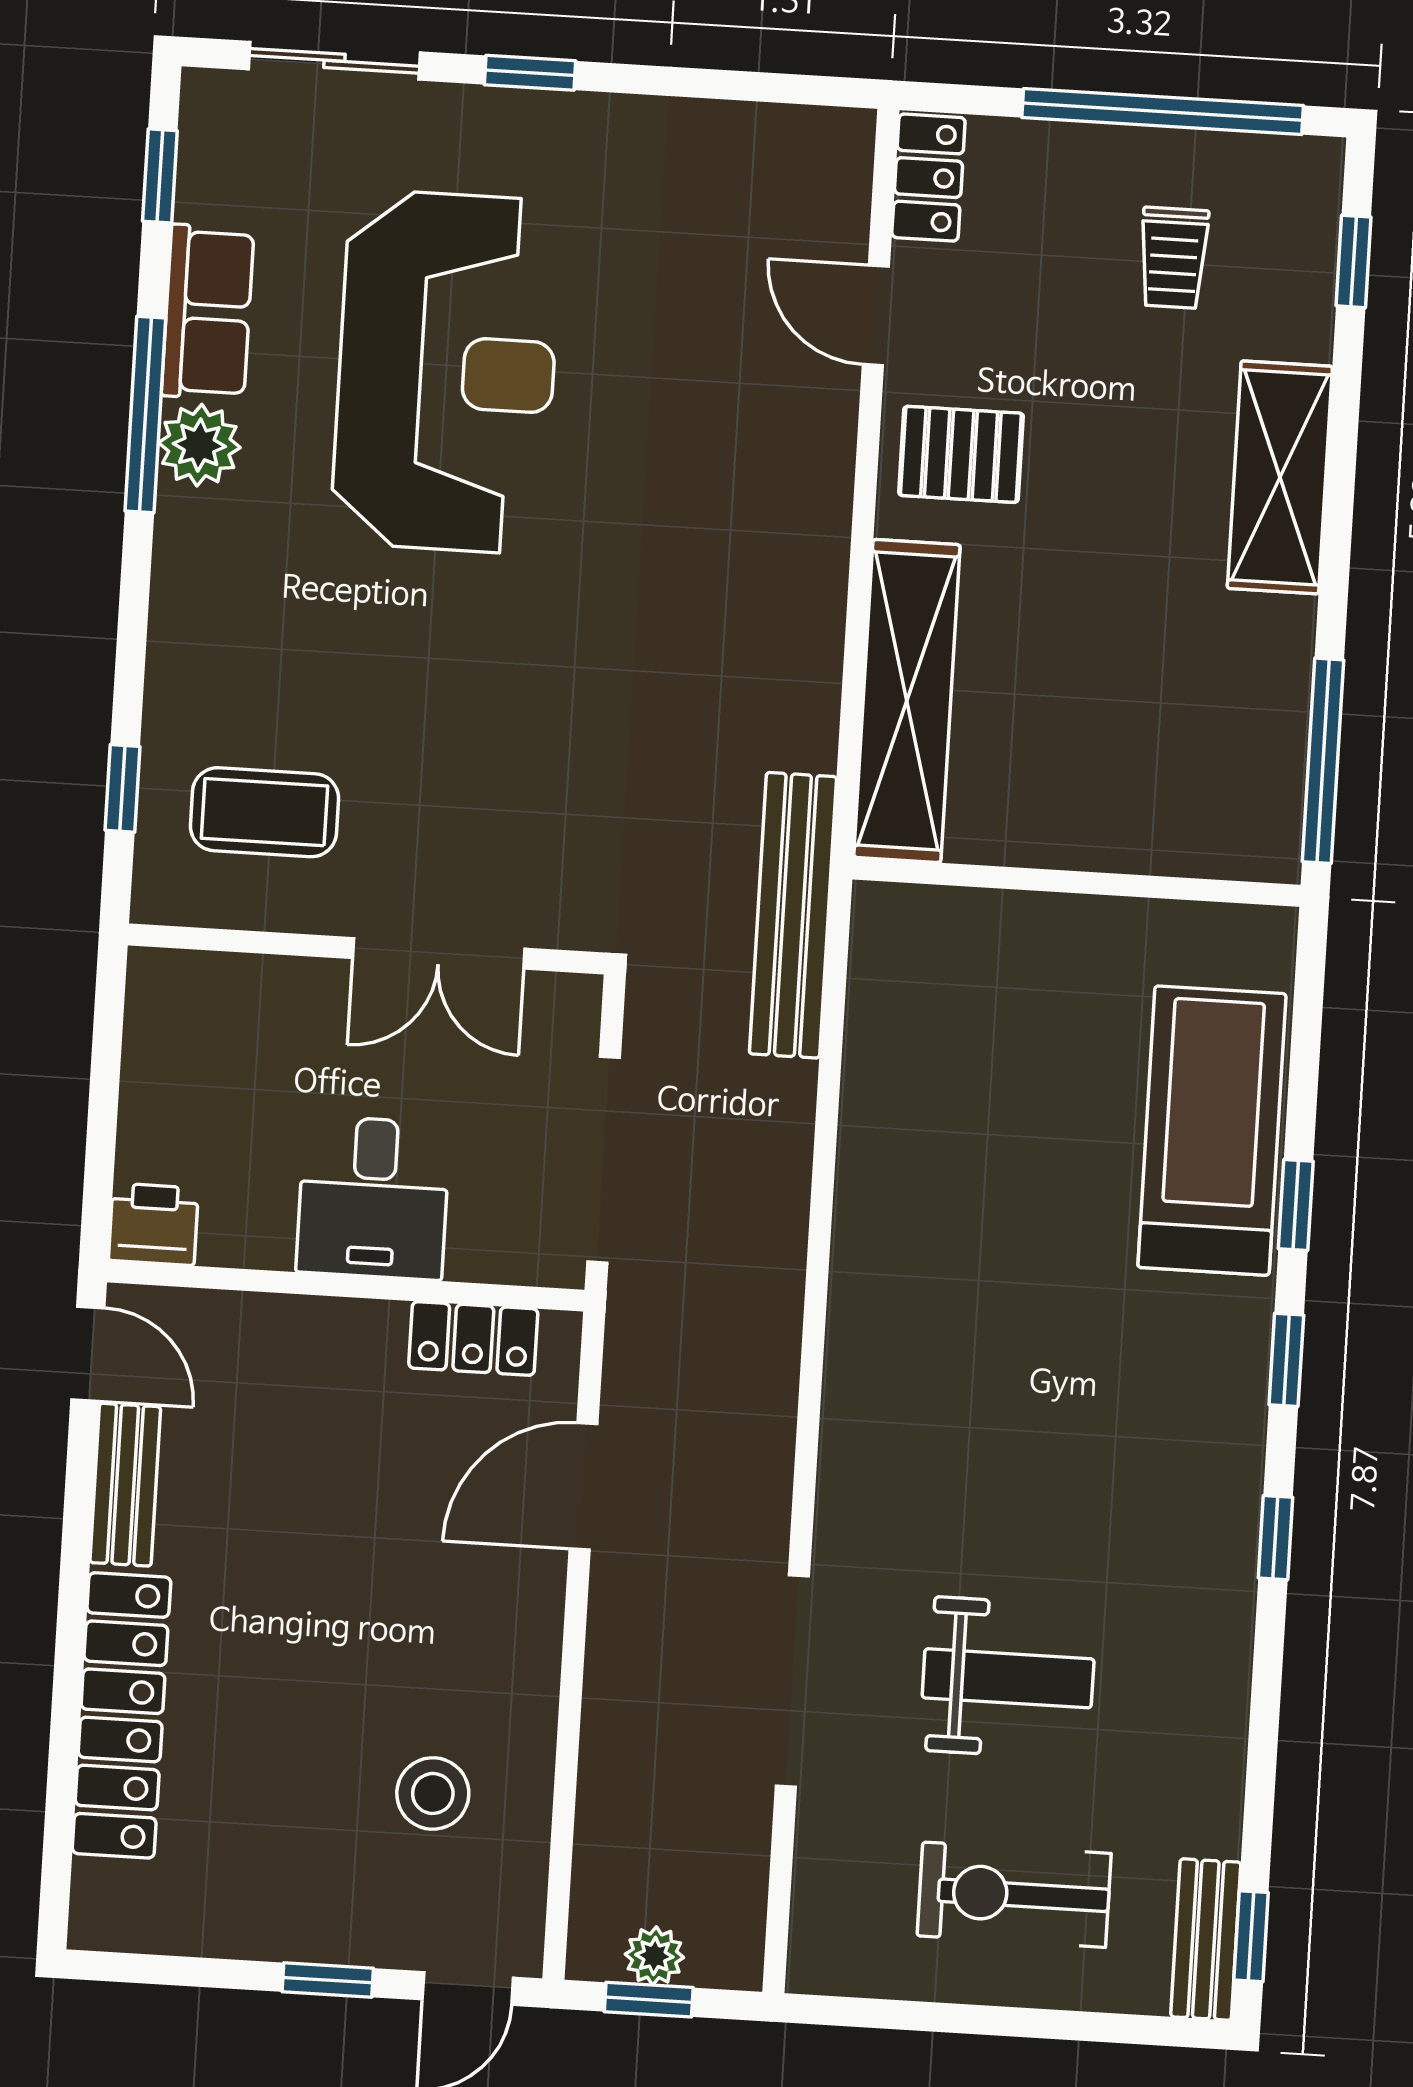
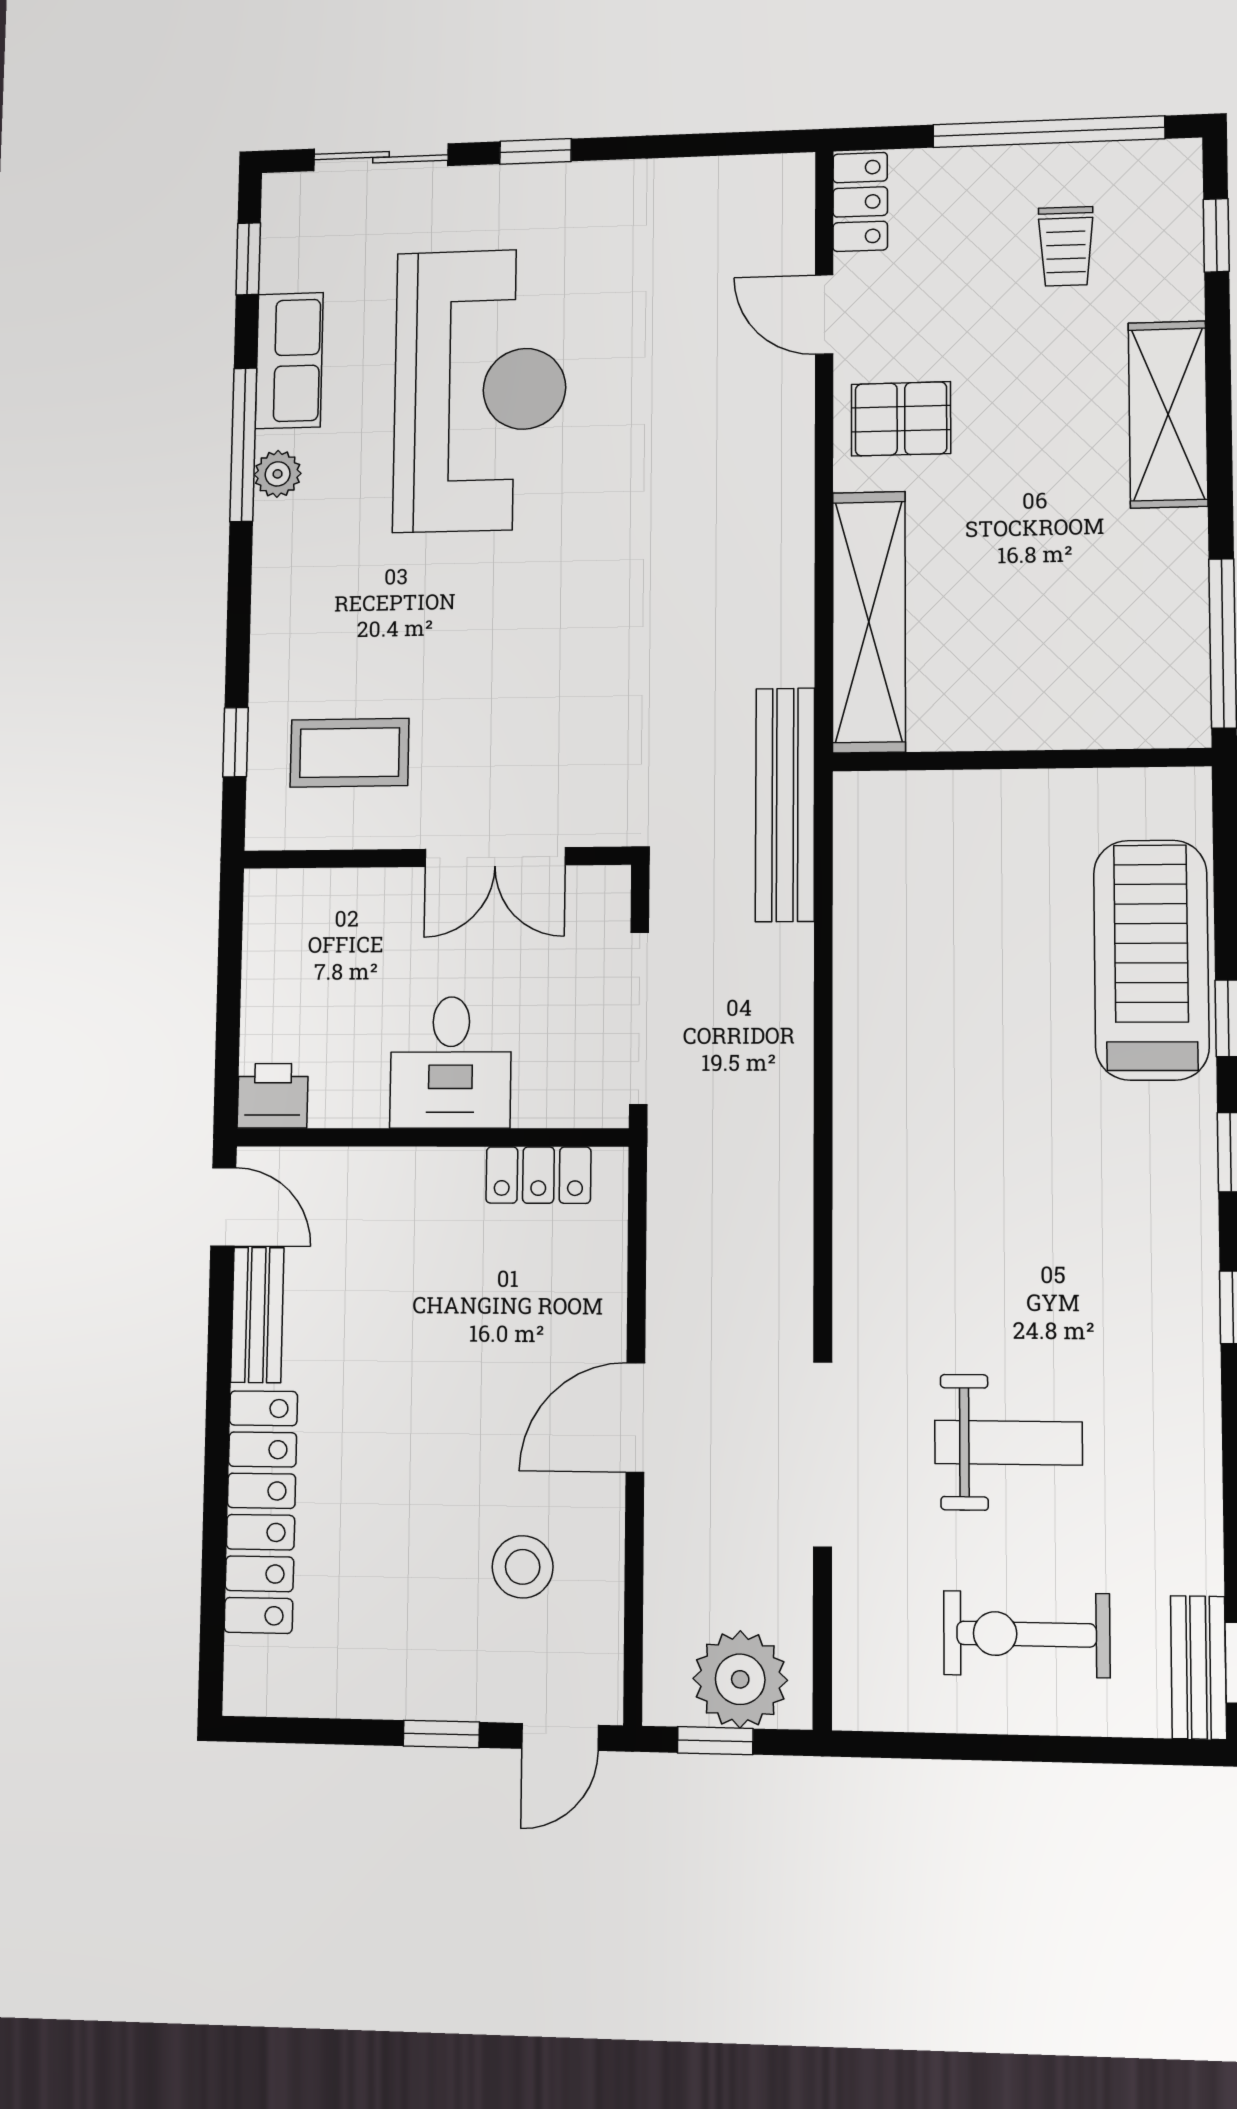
plant: (199, 445) -> (278, 474), width x0.73, depth x0.73
door: (584, 1486) -> (635, 1417), moved
plant: (654, 1956) -> (740, 1679), width x1.87, depth x1.87

